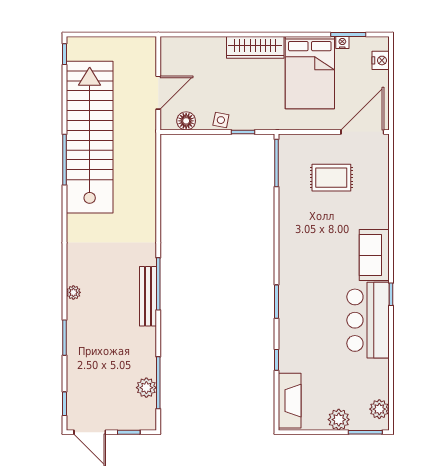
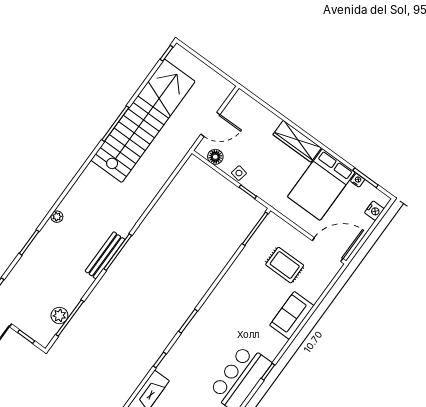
sofa: (374, 255) -> (292, 315), moved

